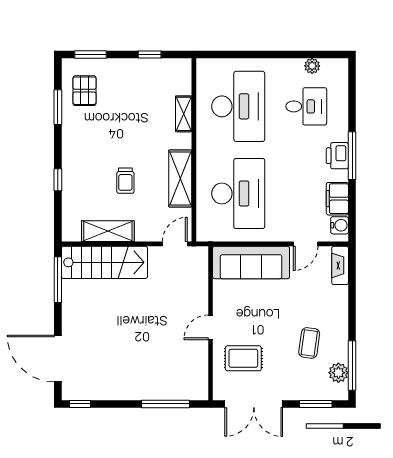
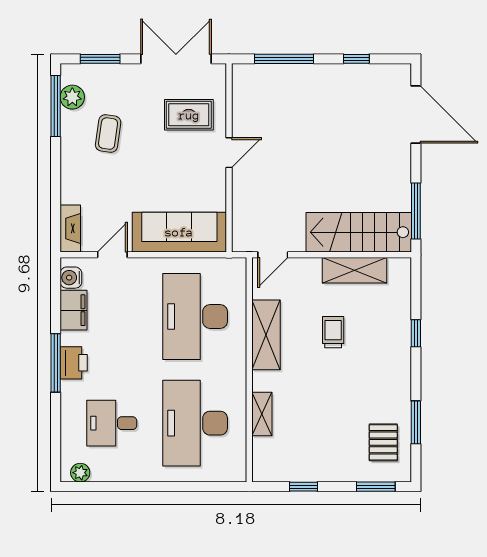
plant: (312, 66) -> (80, 473), moved
window: (80, 404) -> (356, 59), moved

